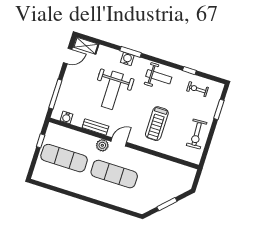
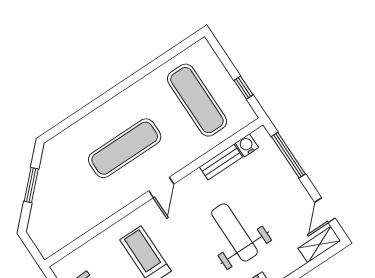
bench: (95, 127) -> (221, 162), moved
plant: (102, 145) -> (174, 163), removed
exercise mat: (64, 158) -> (197, 100), turned 90

